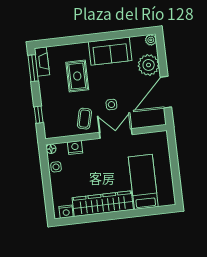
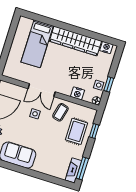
rug: (77, 76) -> (77, 131), moved
window: (45, 172) -> (109, 84), added

